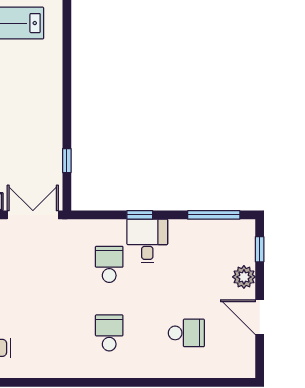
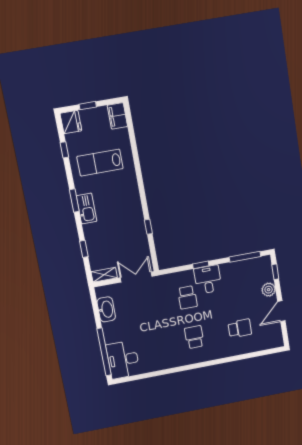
window: (67, 161) -> (148, 227), moved
school desk: (109, 264) -> (187, 297), turned 180
door: (260, 317) -> (281, 311), hinge flipped

